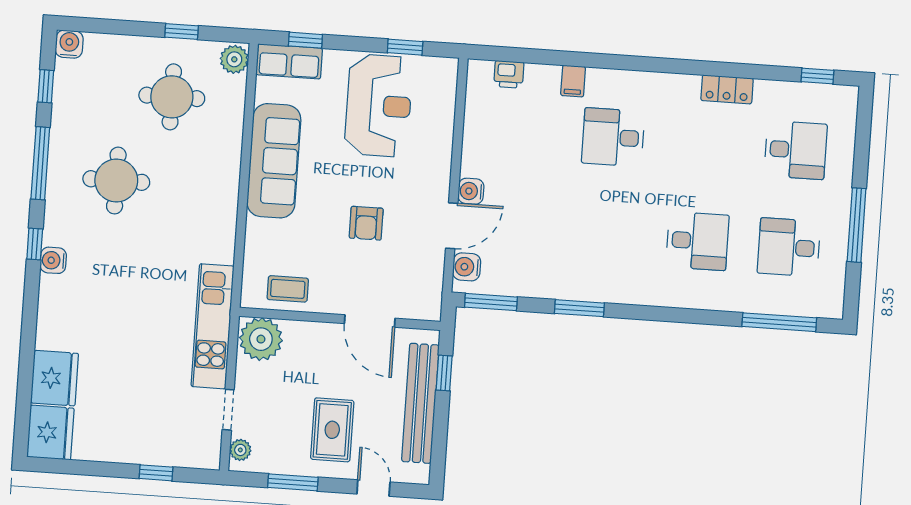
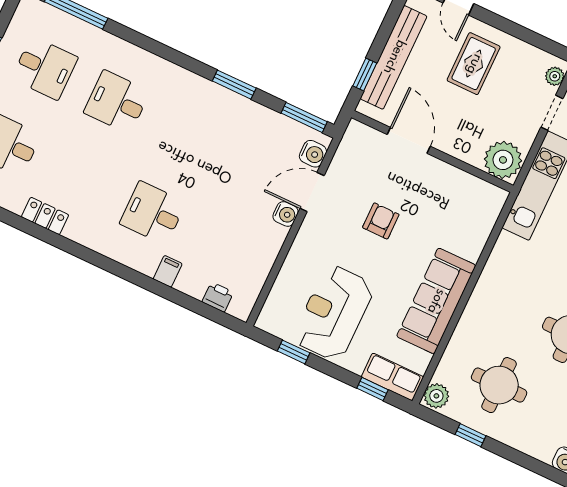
desk: (613, 137) -> (153, 213), turned 180
coffee table: (288, 289) -> (465, 192), removed
window: (293, 482) -> (522, 33), removed

